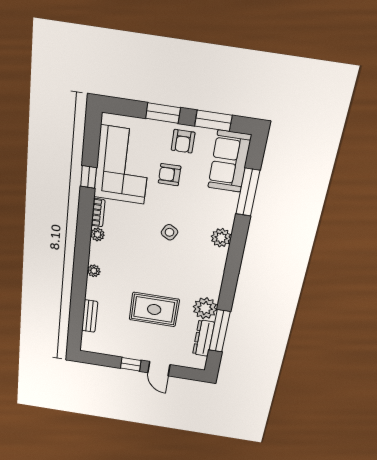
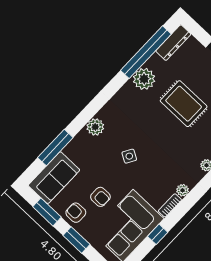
armchair: (183, 141) -> (76, 213), turned -90
window: (220, 331) -> (146, 52), width x1.46
dresser: (203, 338) -> (173, 43), moved

